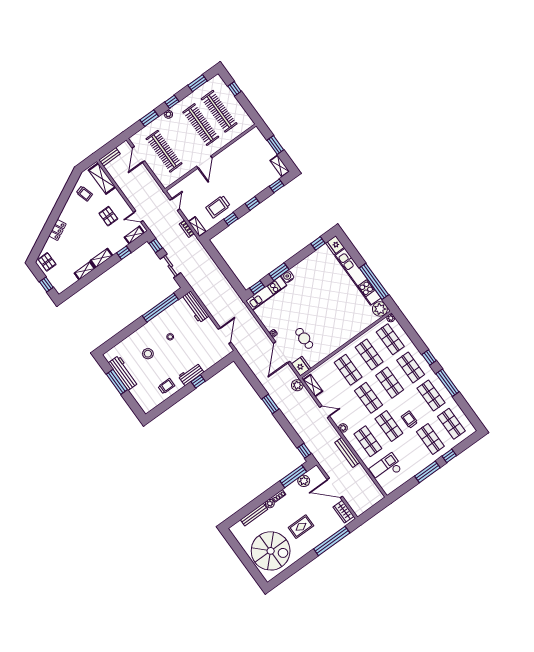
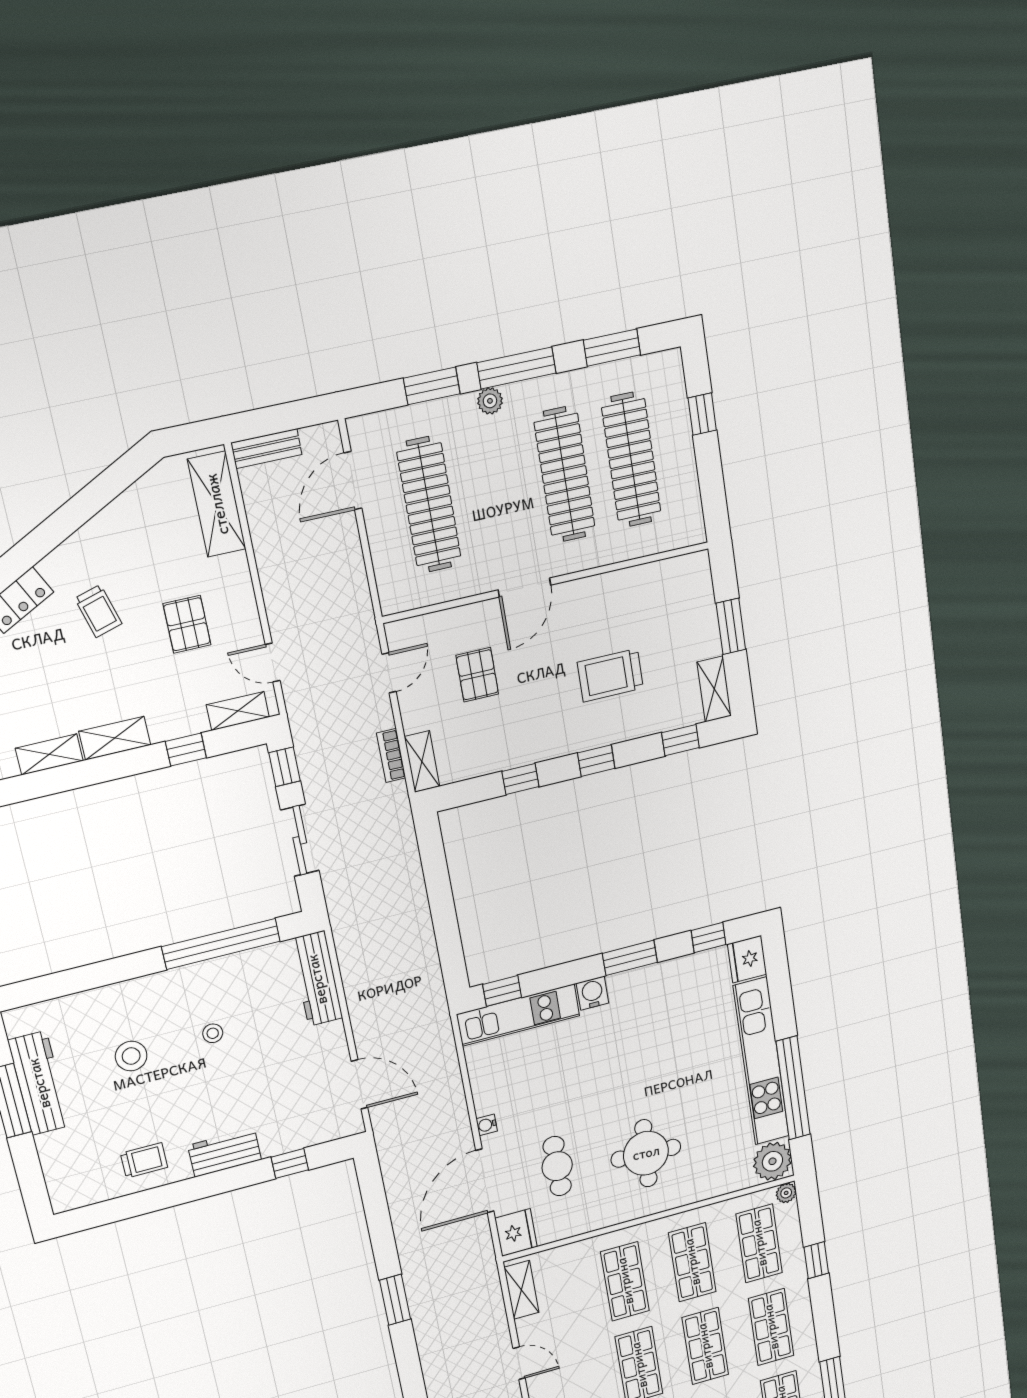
window: (172, 102) -> (516, 368), width x2.17
trolley: (84, 194) -> (98, 611), moved
pallet: (202, 194) -> (477, 675), added
trolley: (218, 207) -> (610, 675), moved
window: (279, 272) -> (630, 958), moved
round table: (333, 323) -> (646, 1153), added
door: (225, 336) -> (359, 1084), hinge flipped
window: (429, 357) -> (816, 1260), moved
window: (198, 381) -> (290, 1163), moved
plant: (297, 385) -> (484, 1276), removed

